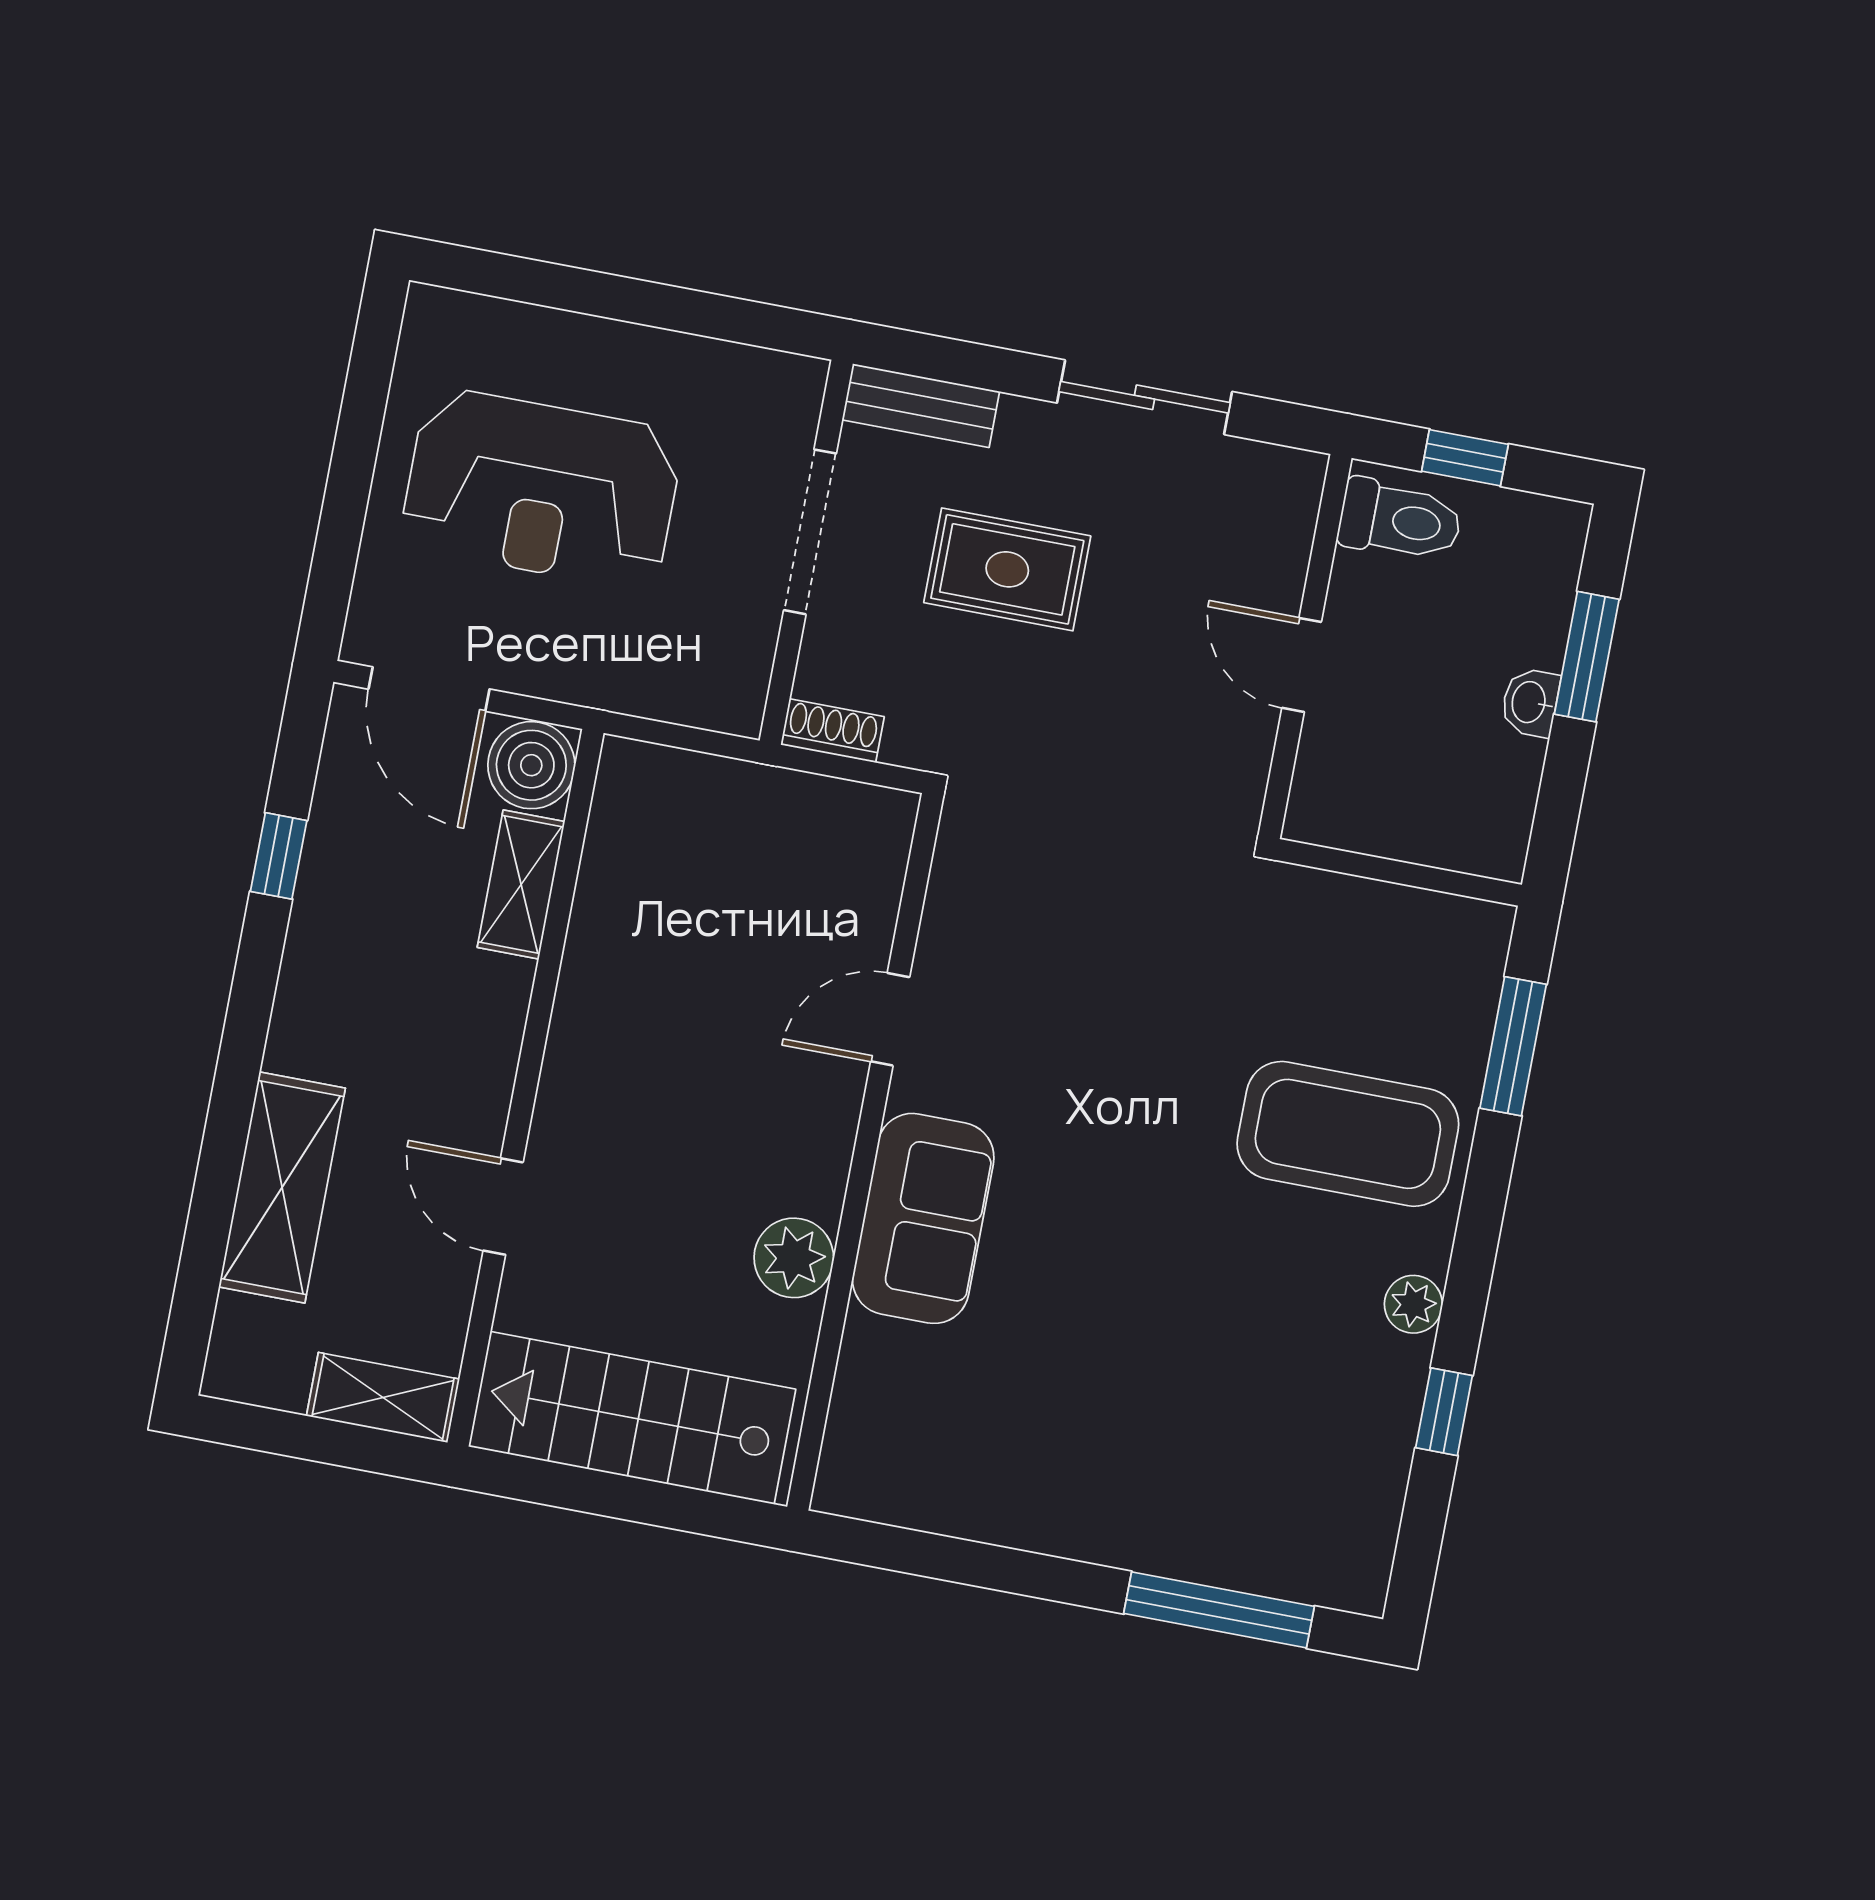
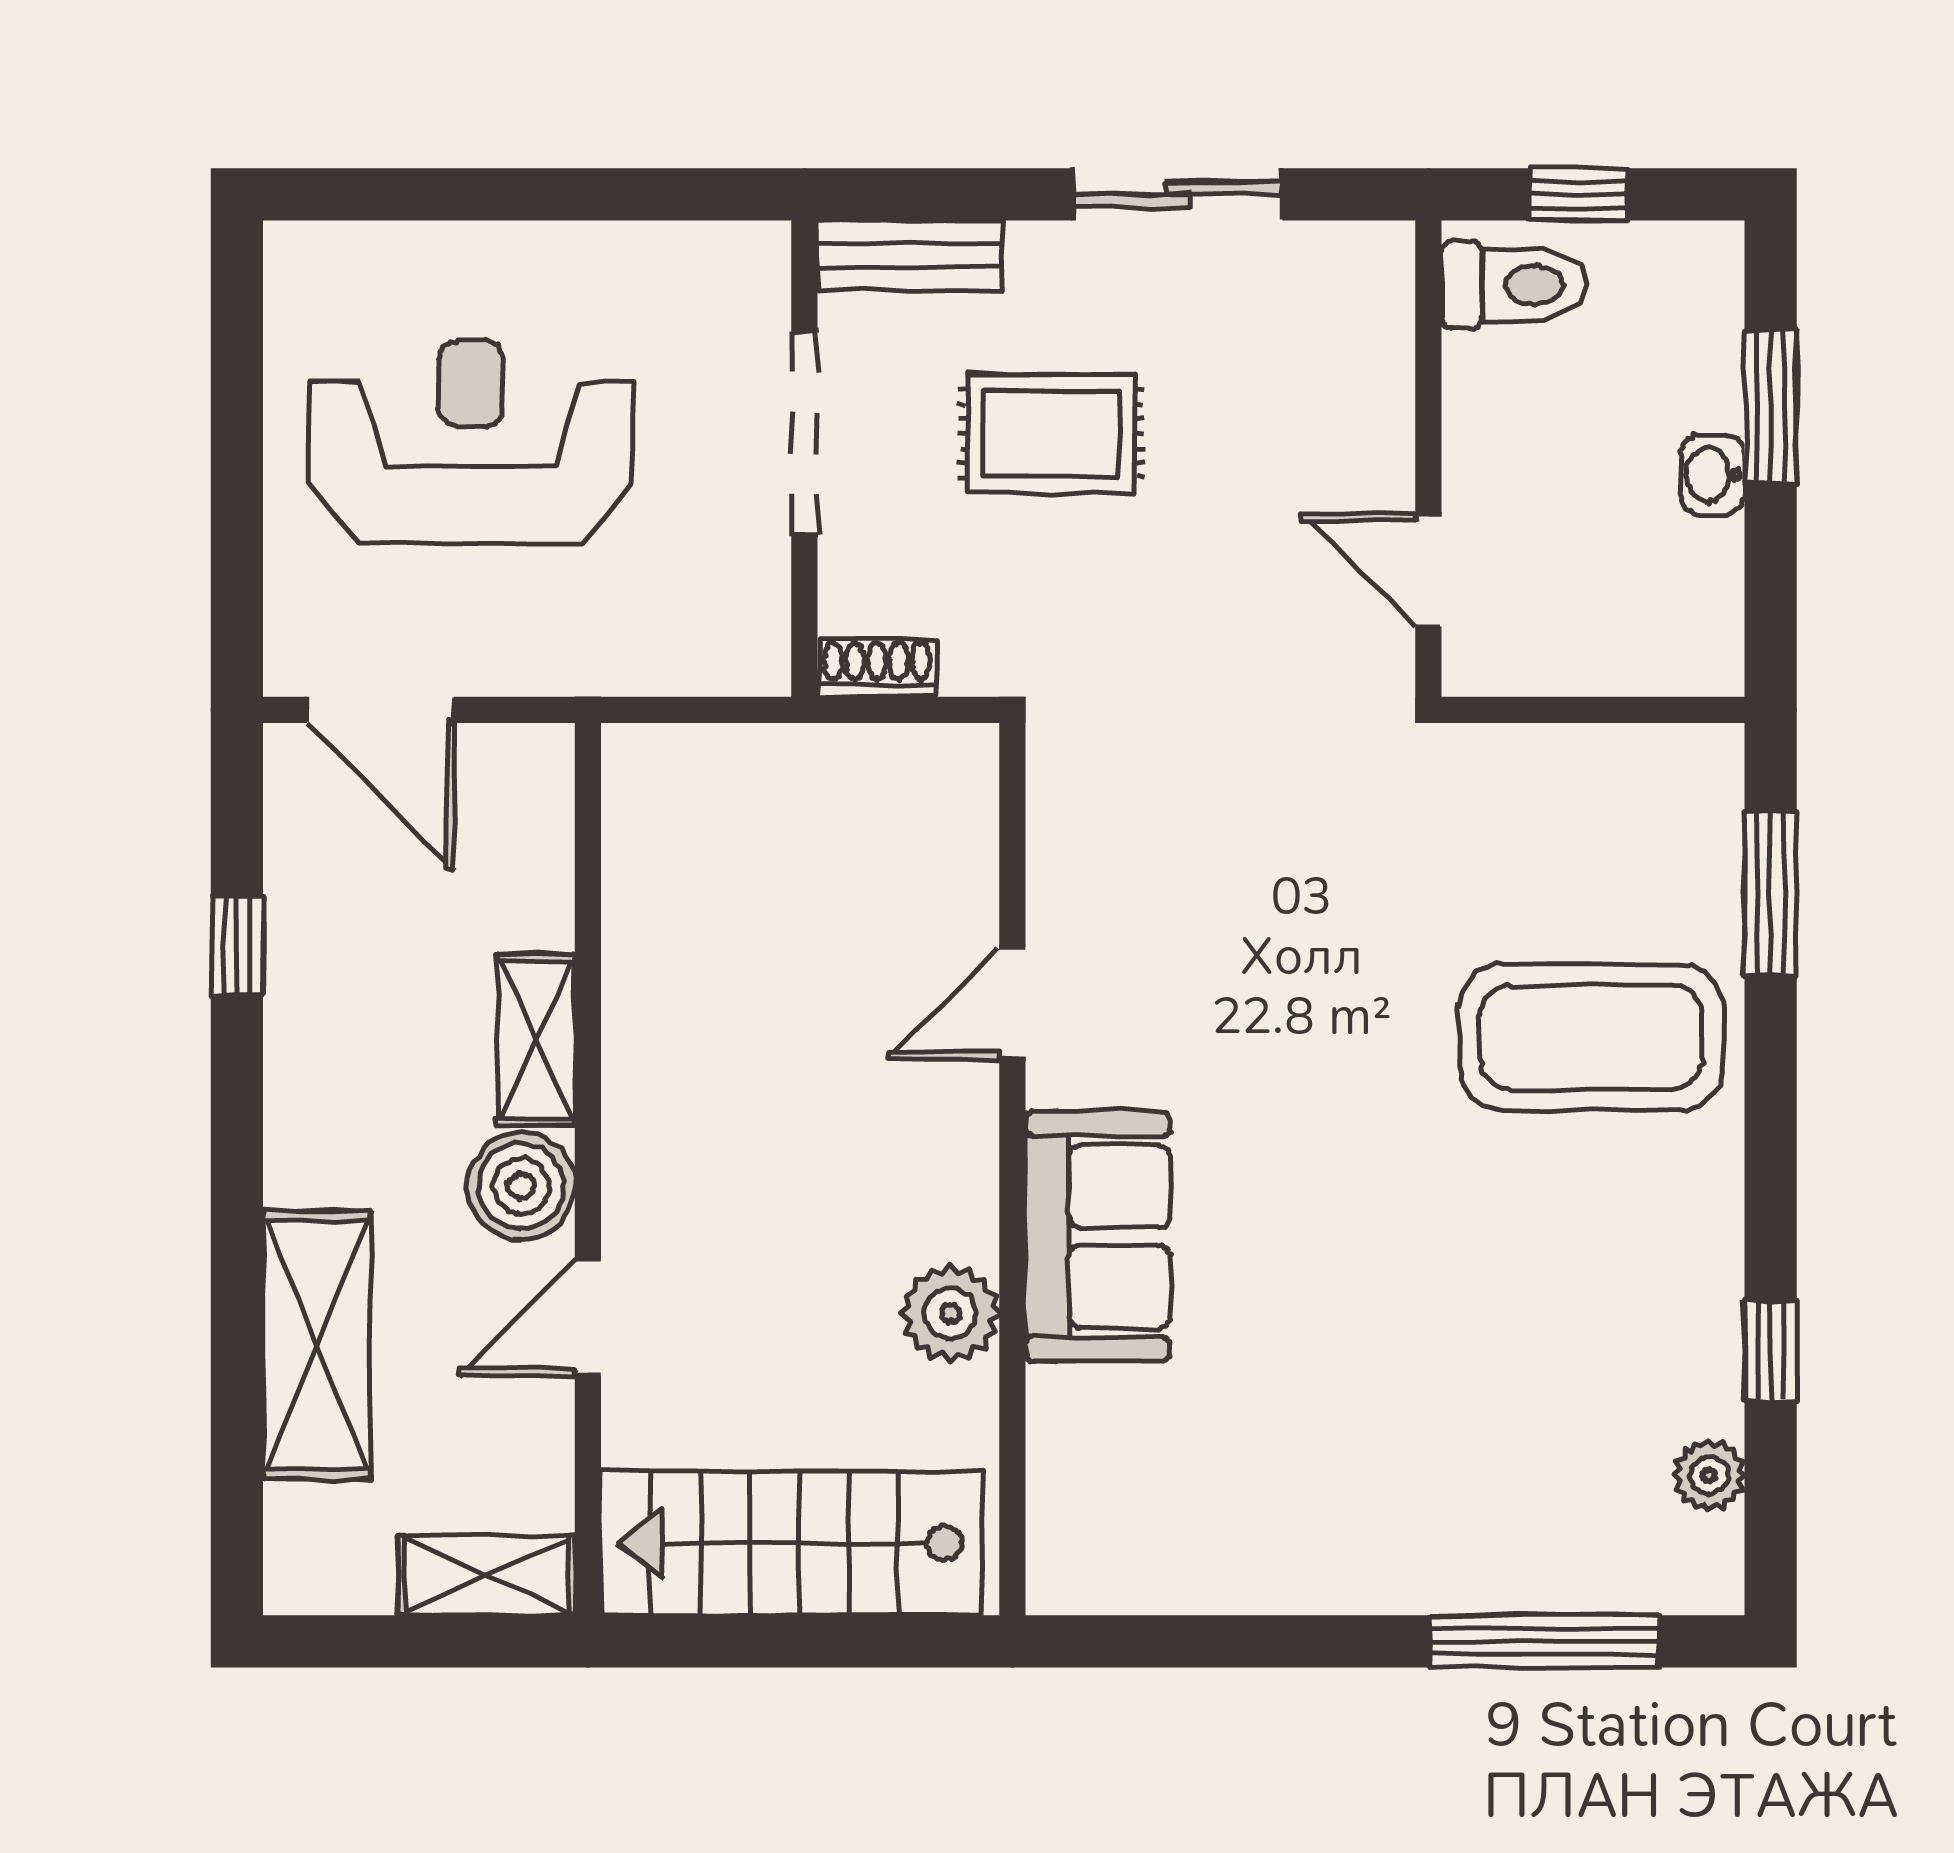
reception desk: (542, 489) -> (471, 442), turned 180
door: (1302, 665) -> (1428, 570), moved
boiler: (531, 765) -> (521, 1186), moved
shelving: (521, 884) -> (536, 1040), moved
door: (503, 1206) -> (588, 1318), hinge flipped
plant: (1413, 1304) -> (1709, 1475), moved

